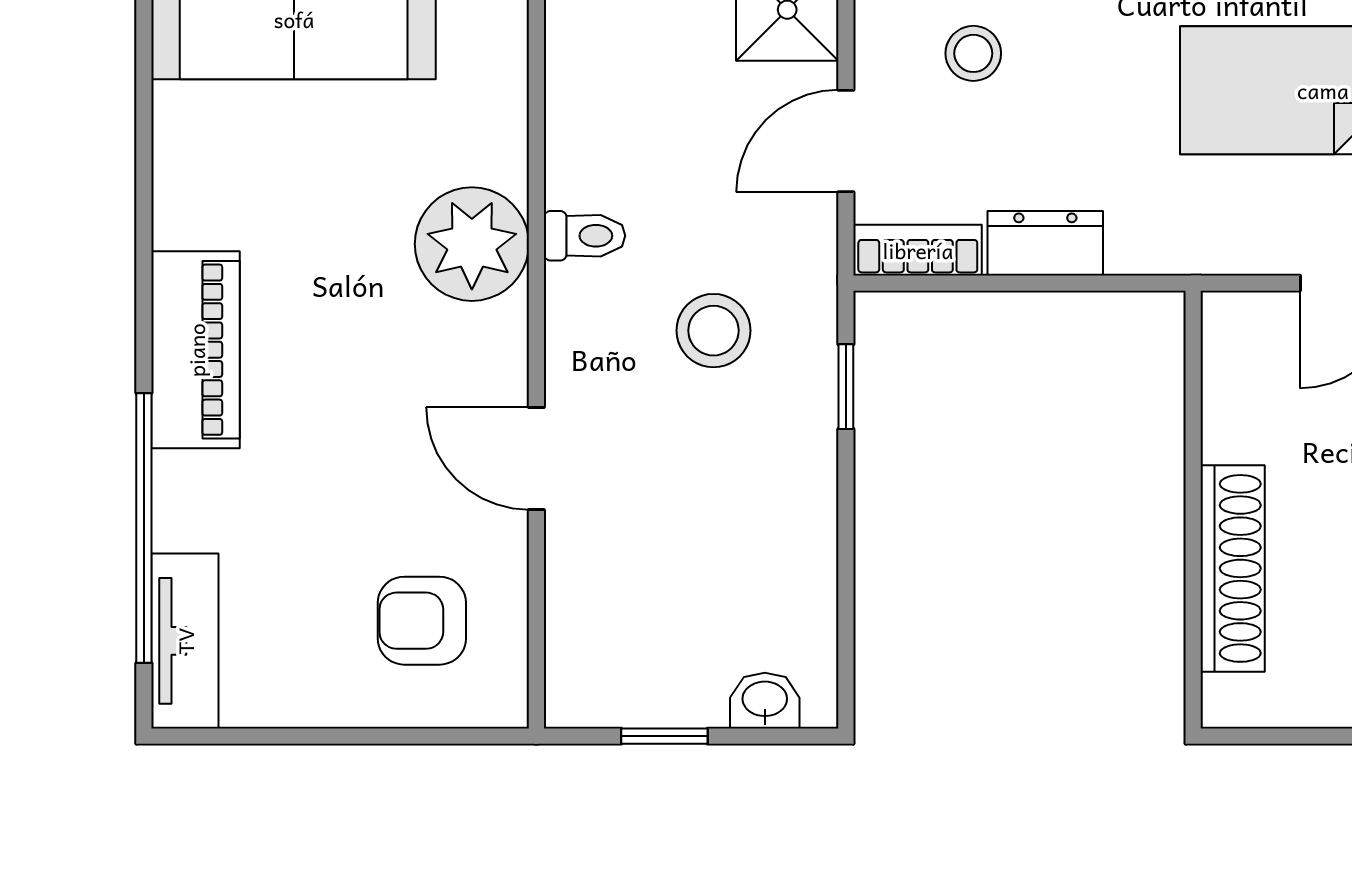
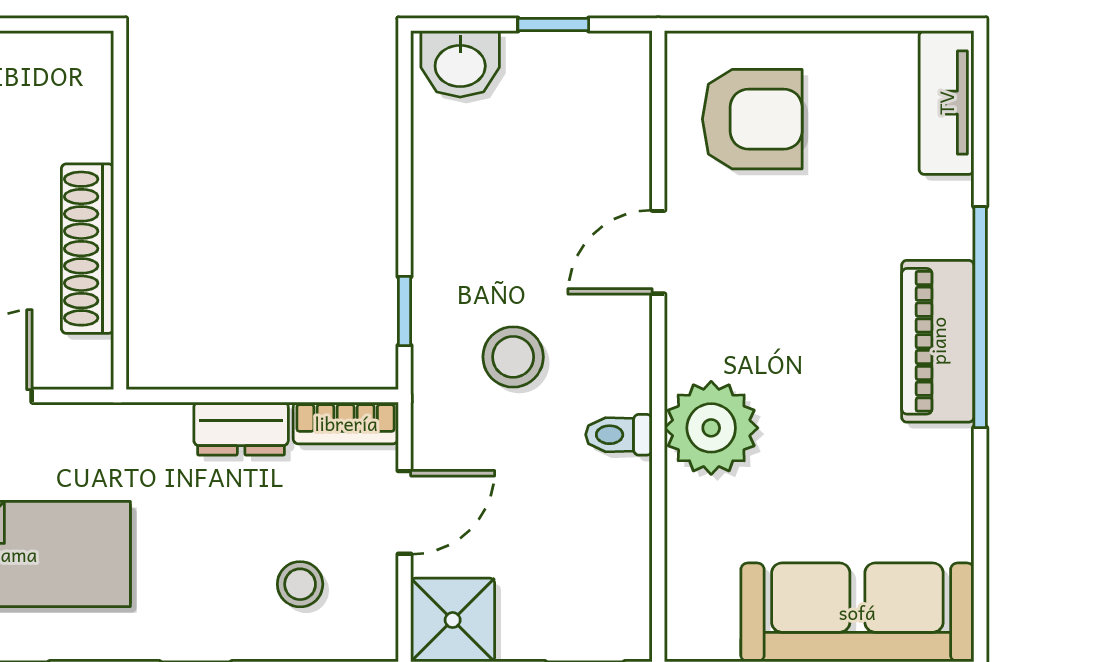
door: (536, 458) -> (658, 252), swing flipped
window: (144, 528) -> (980, 317), moved
shoe rack: (1233, 568) -> (87, 249), moved
armchair: (422, 621) -> (752, 119), width x1.38, depth x1.38
washbasin: (765, 701) -> (460, 64), width x1.38, depth x1.45

